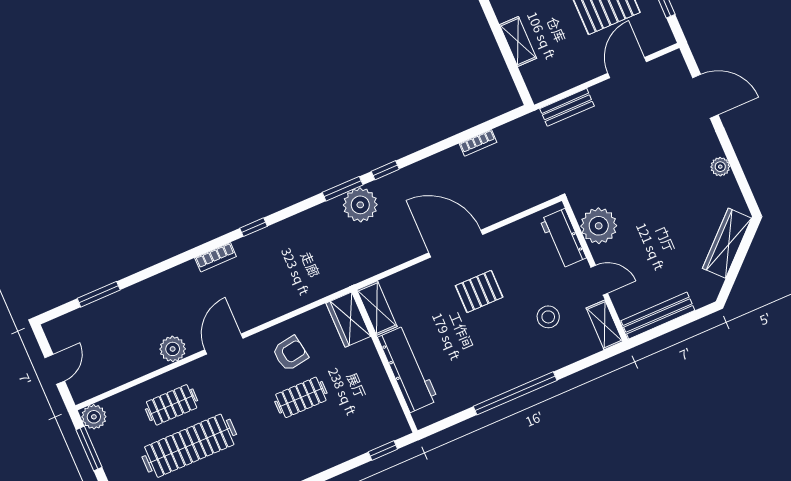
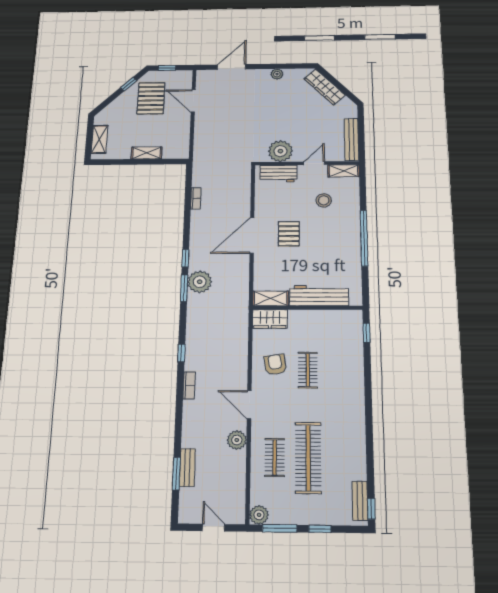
bench: (567, 107) -> (187, 468), moved

